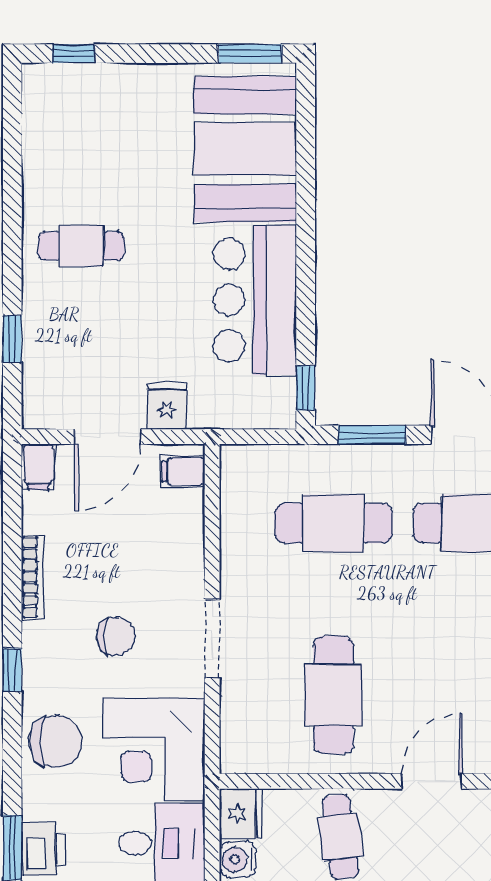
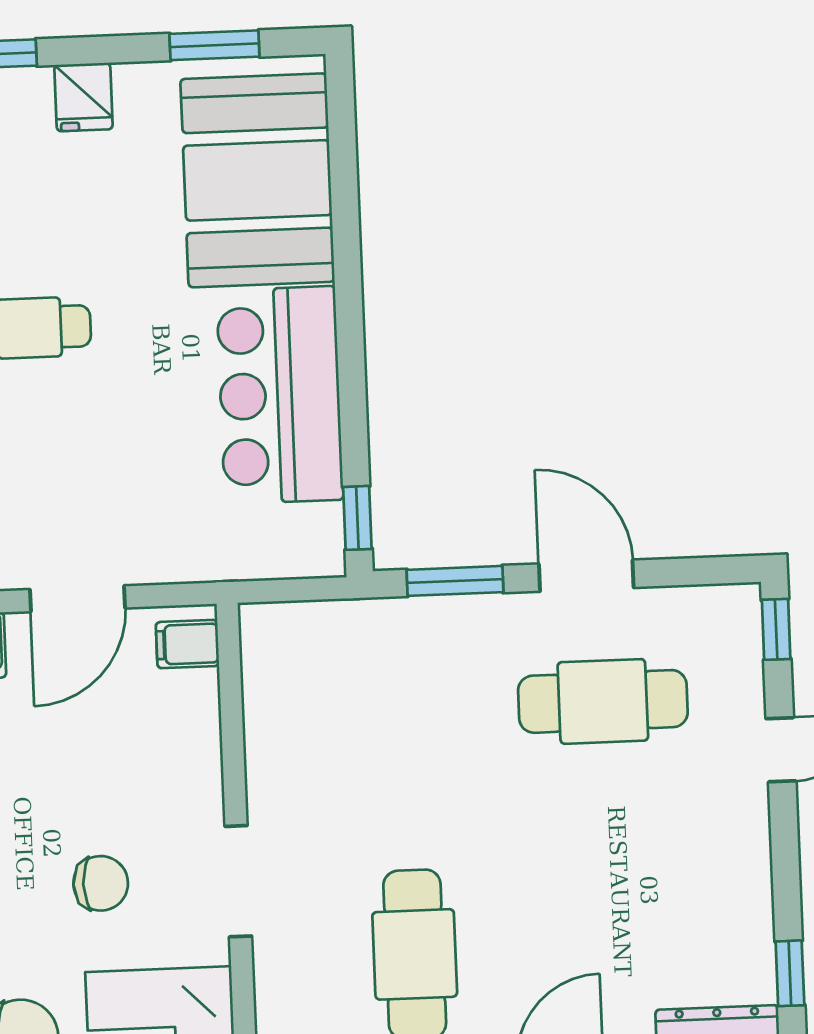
window: (250, 54) -> (214, 45), moved
fridge: (167, 406) -> (83, 97), moved, turned 180
cafe table: (333, 523) -> (405, 709), removed

